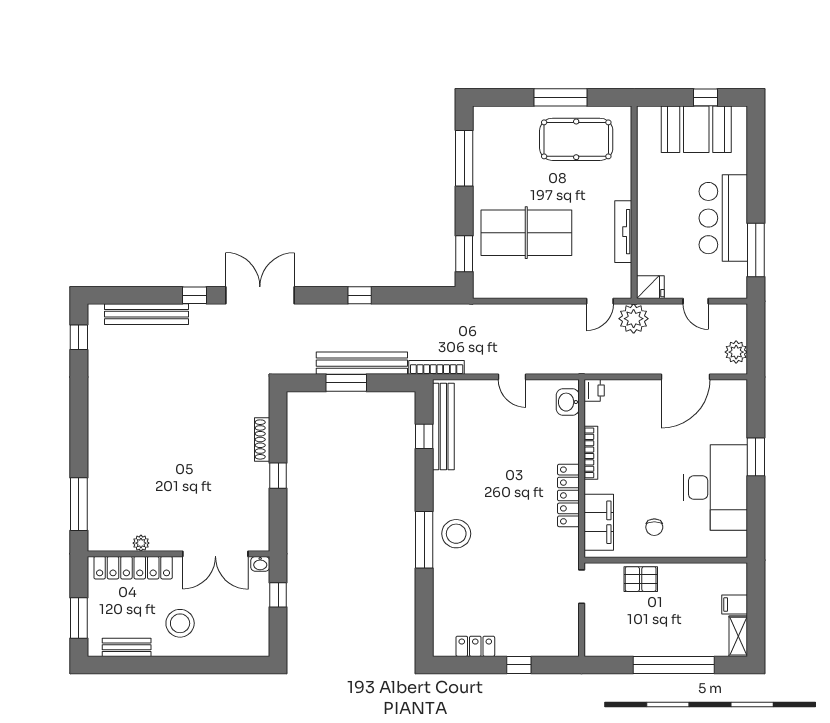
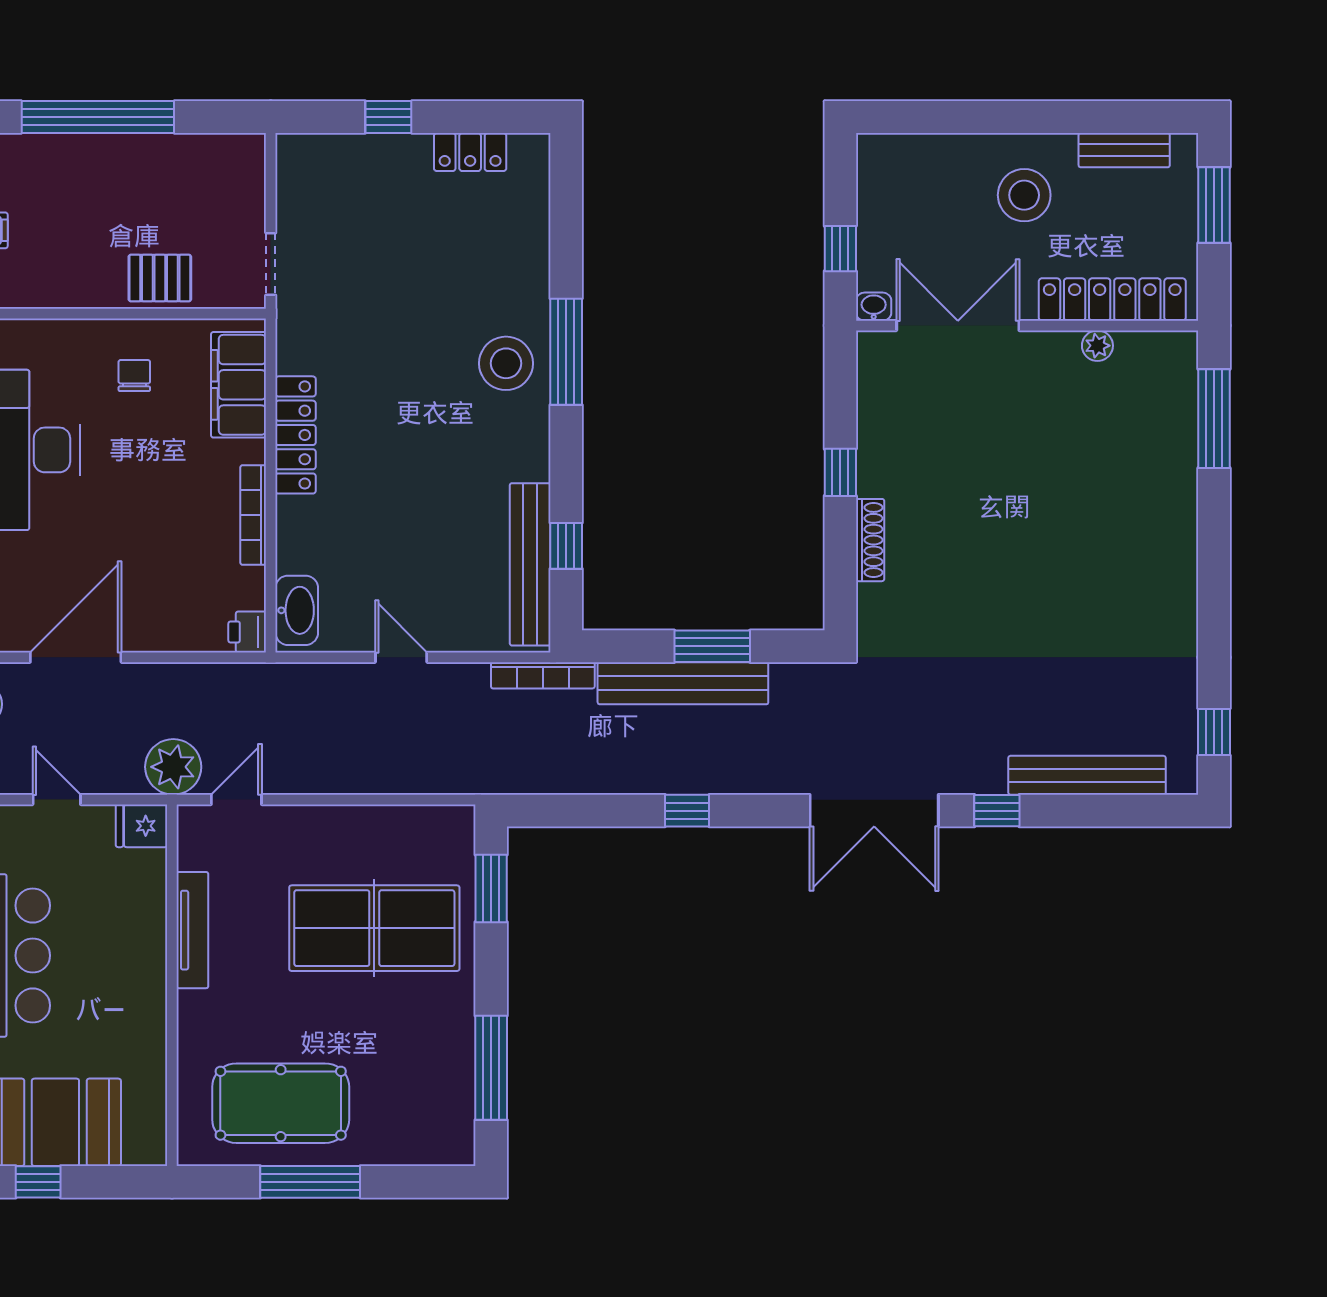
washbasin: (568, 402) -> (297, 610), width x1.38

